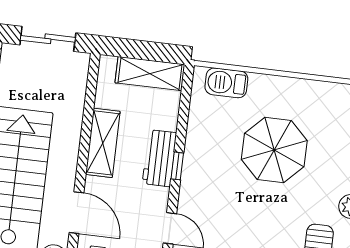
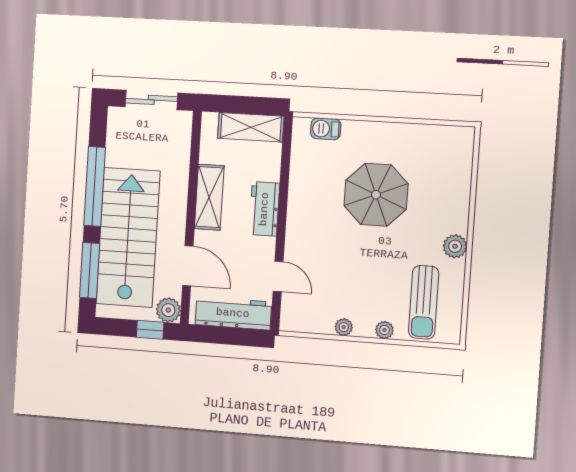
barbecue: (226, 83) -> (326, 129), width x0.73, depth x0.79
window: (177, 166) -> (282, 216), removed

